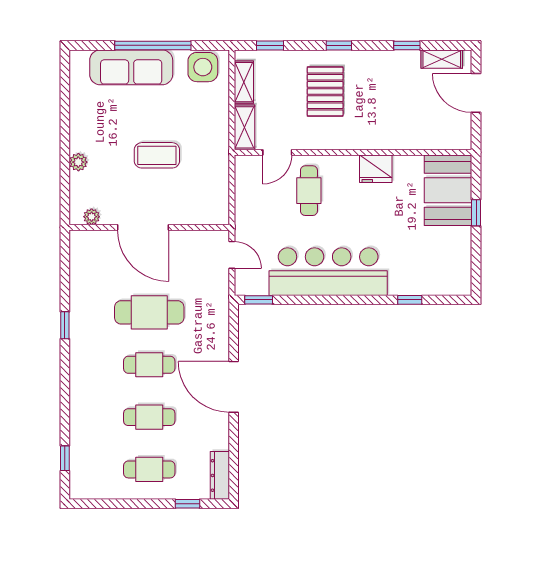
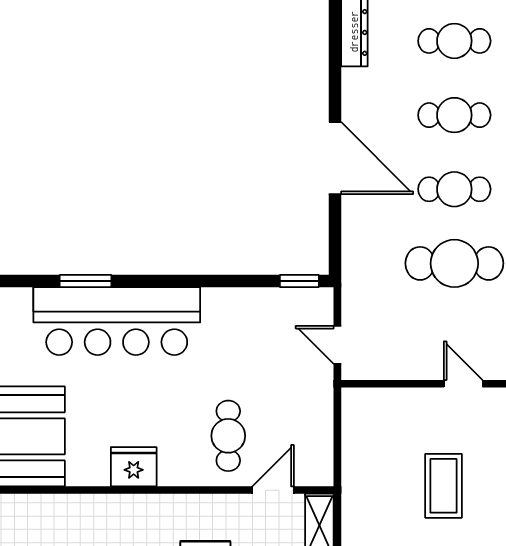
coffee table: (157, 155) -> (443, 486), turned 90
door: (143, 227) -> (463, 384), width x0.53
bar counter: (328, 272) -> (117, 321), moved
window: (410, 300) -> (86, 281), width x1.50

